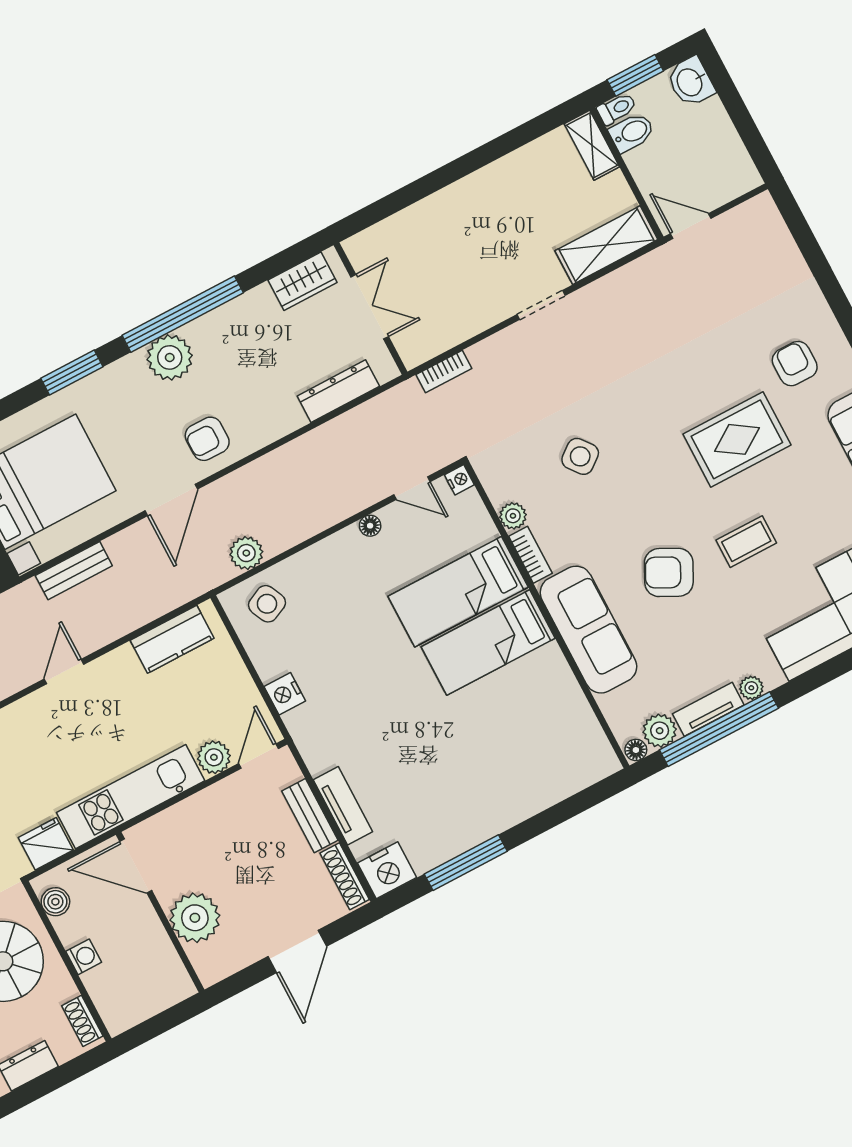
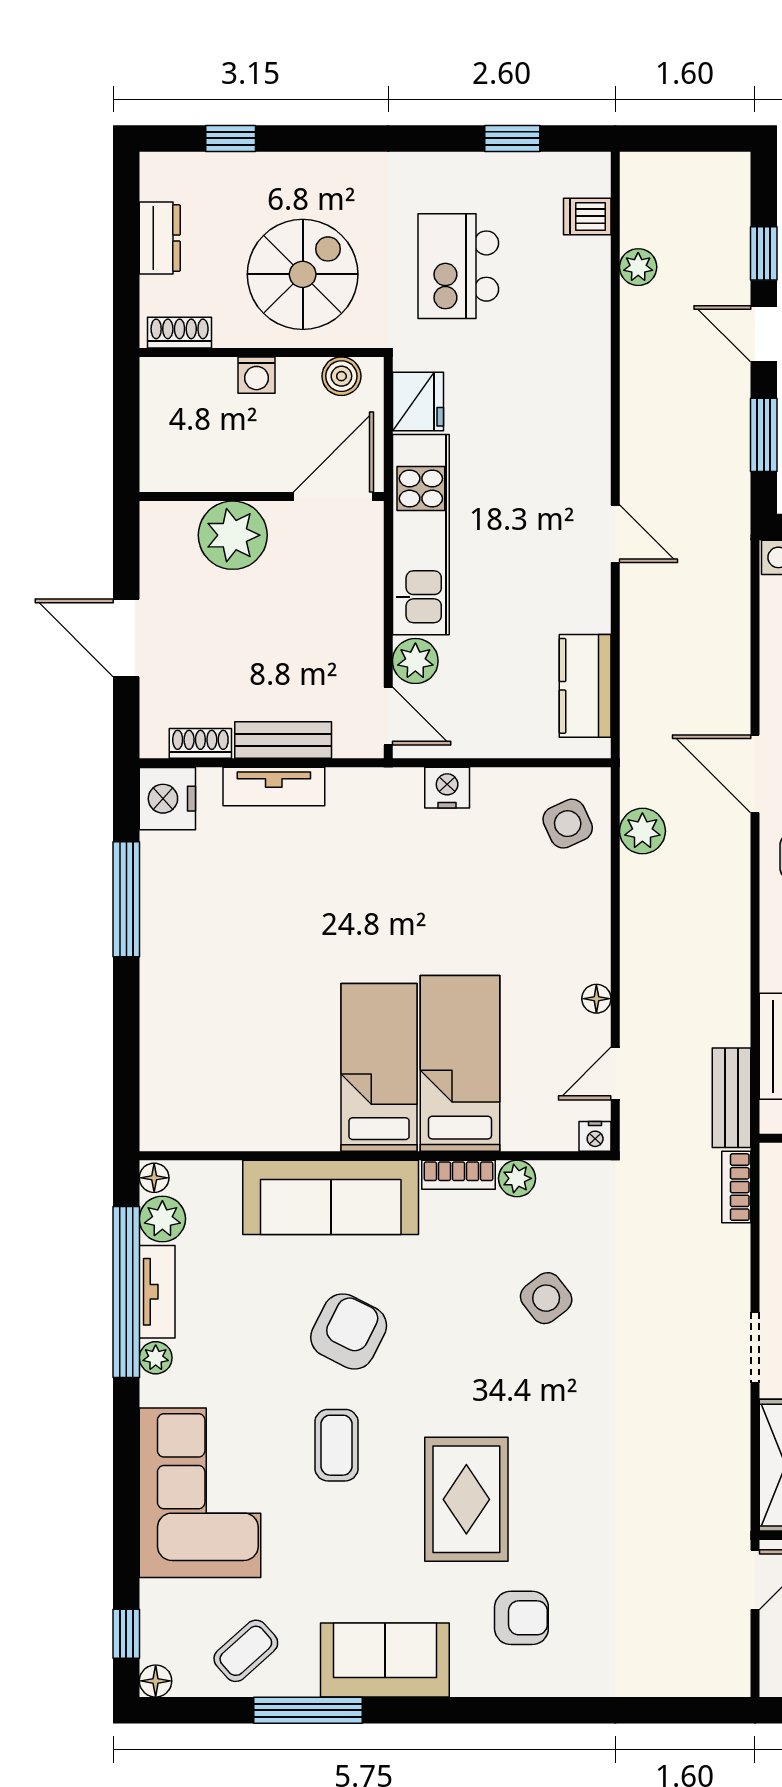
bench: (74, 571) -> (732, 1098), moved
shoe rack: (345, 876) -> (200, 743), width x0.70

